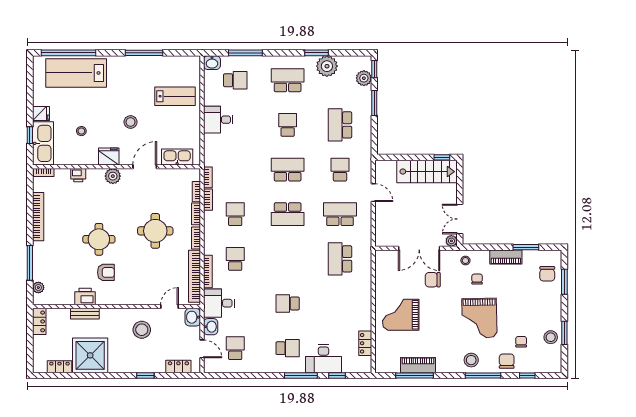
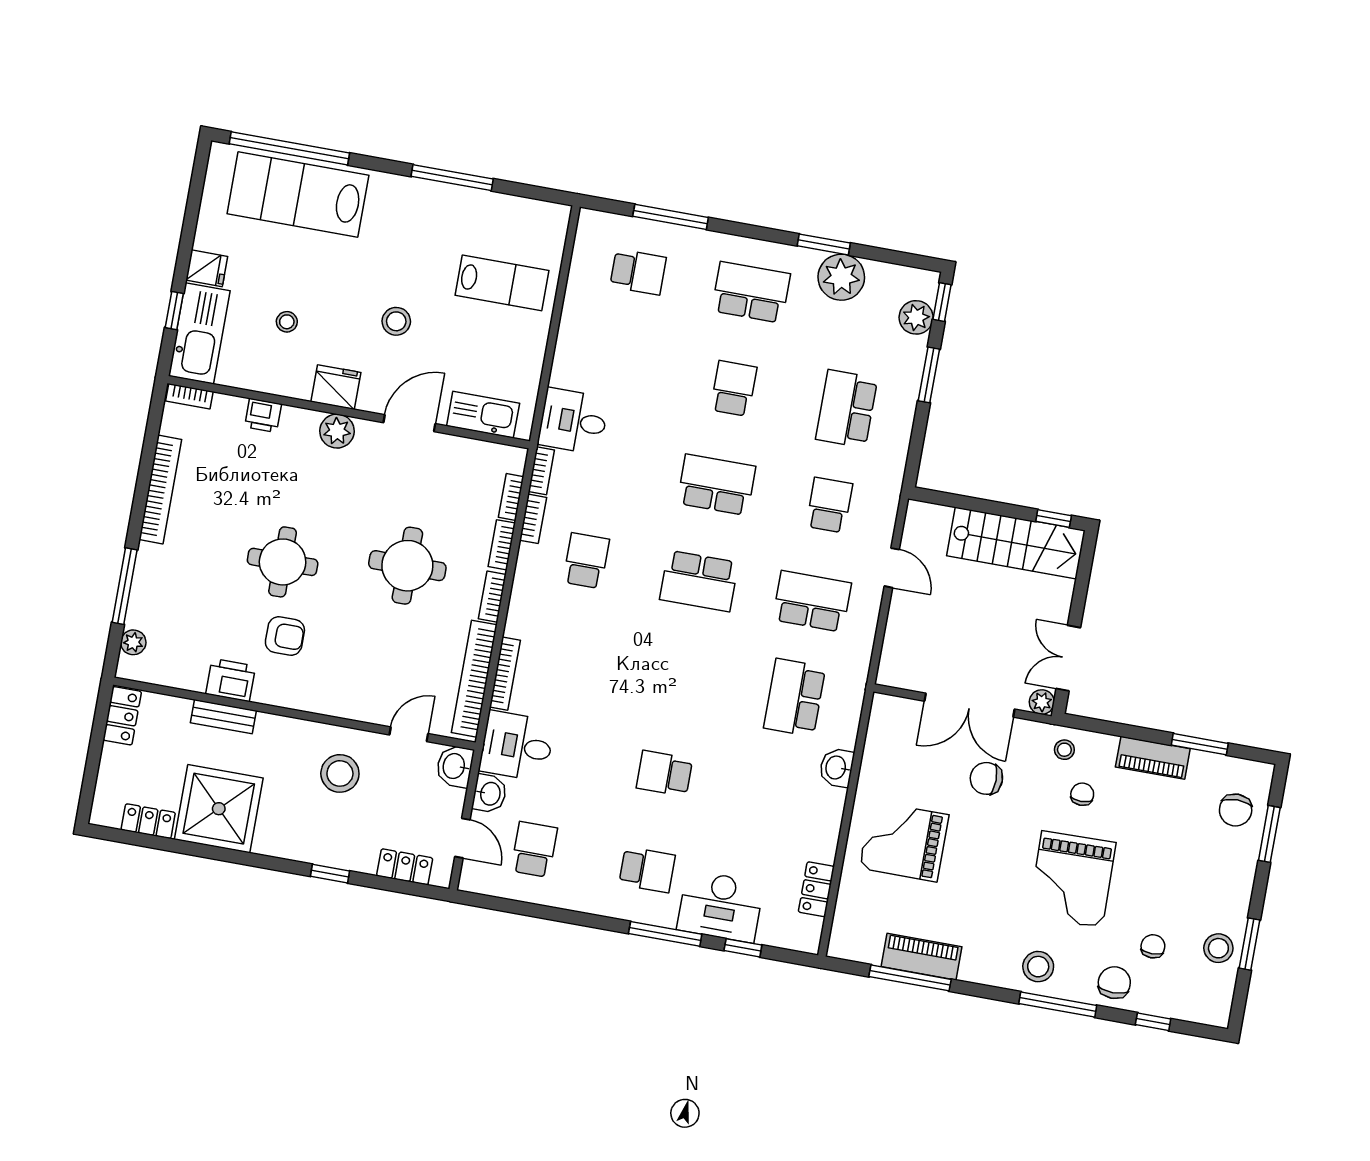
washbasin: (212, 63) -> (837, 768), moved, turned 90
desk: (218, 120) -> (573, 421), moved
school desk: (235, 259) -> (569, 657), removed

